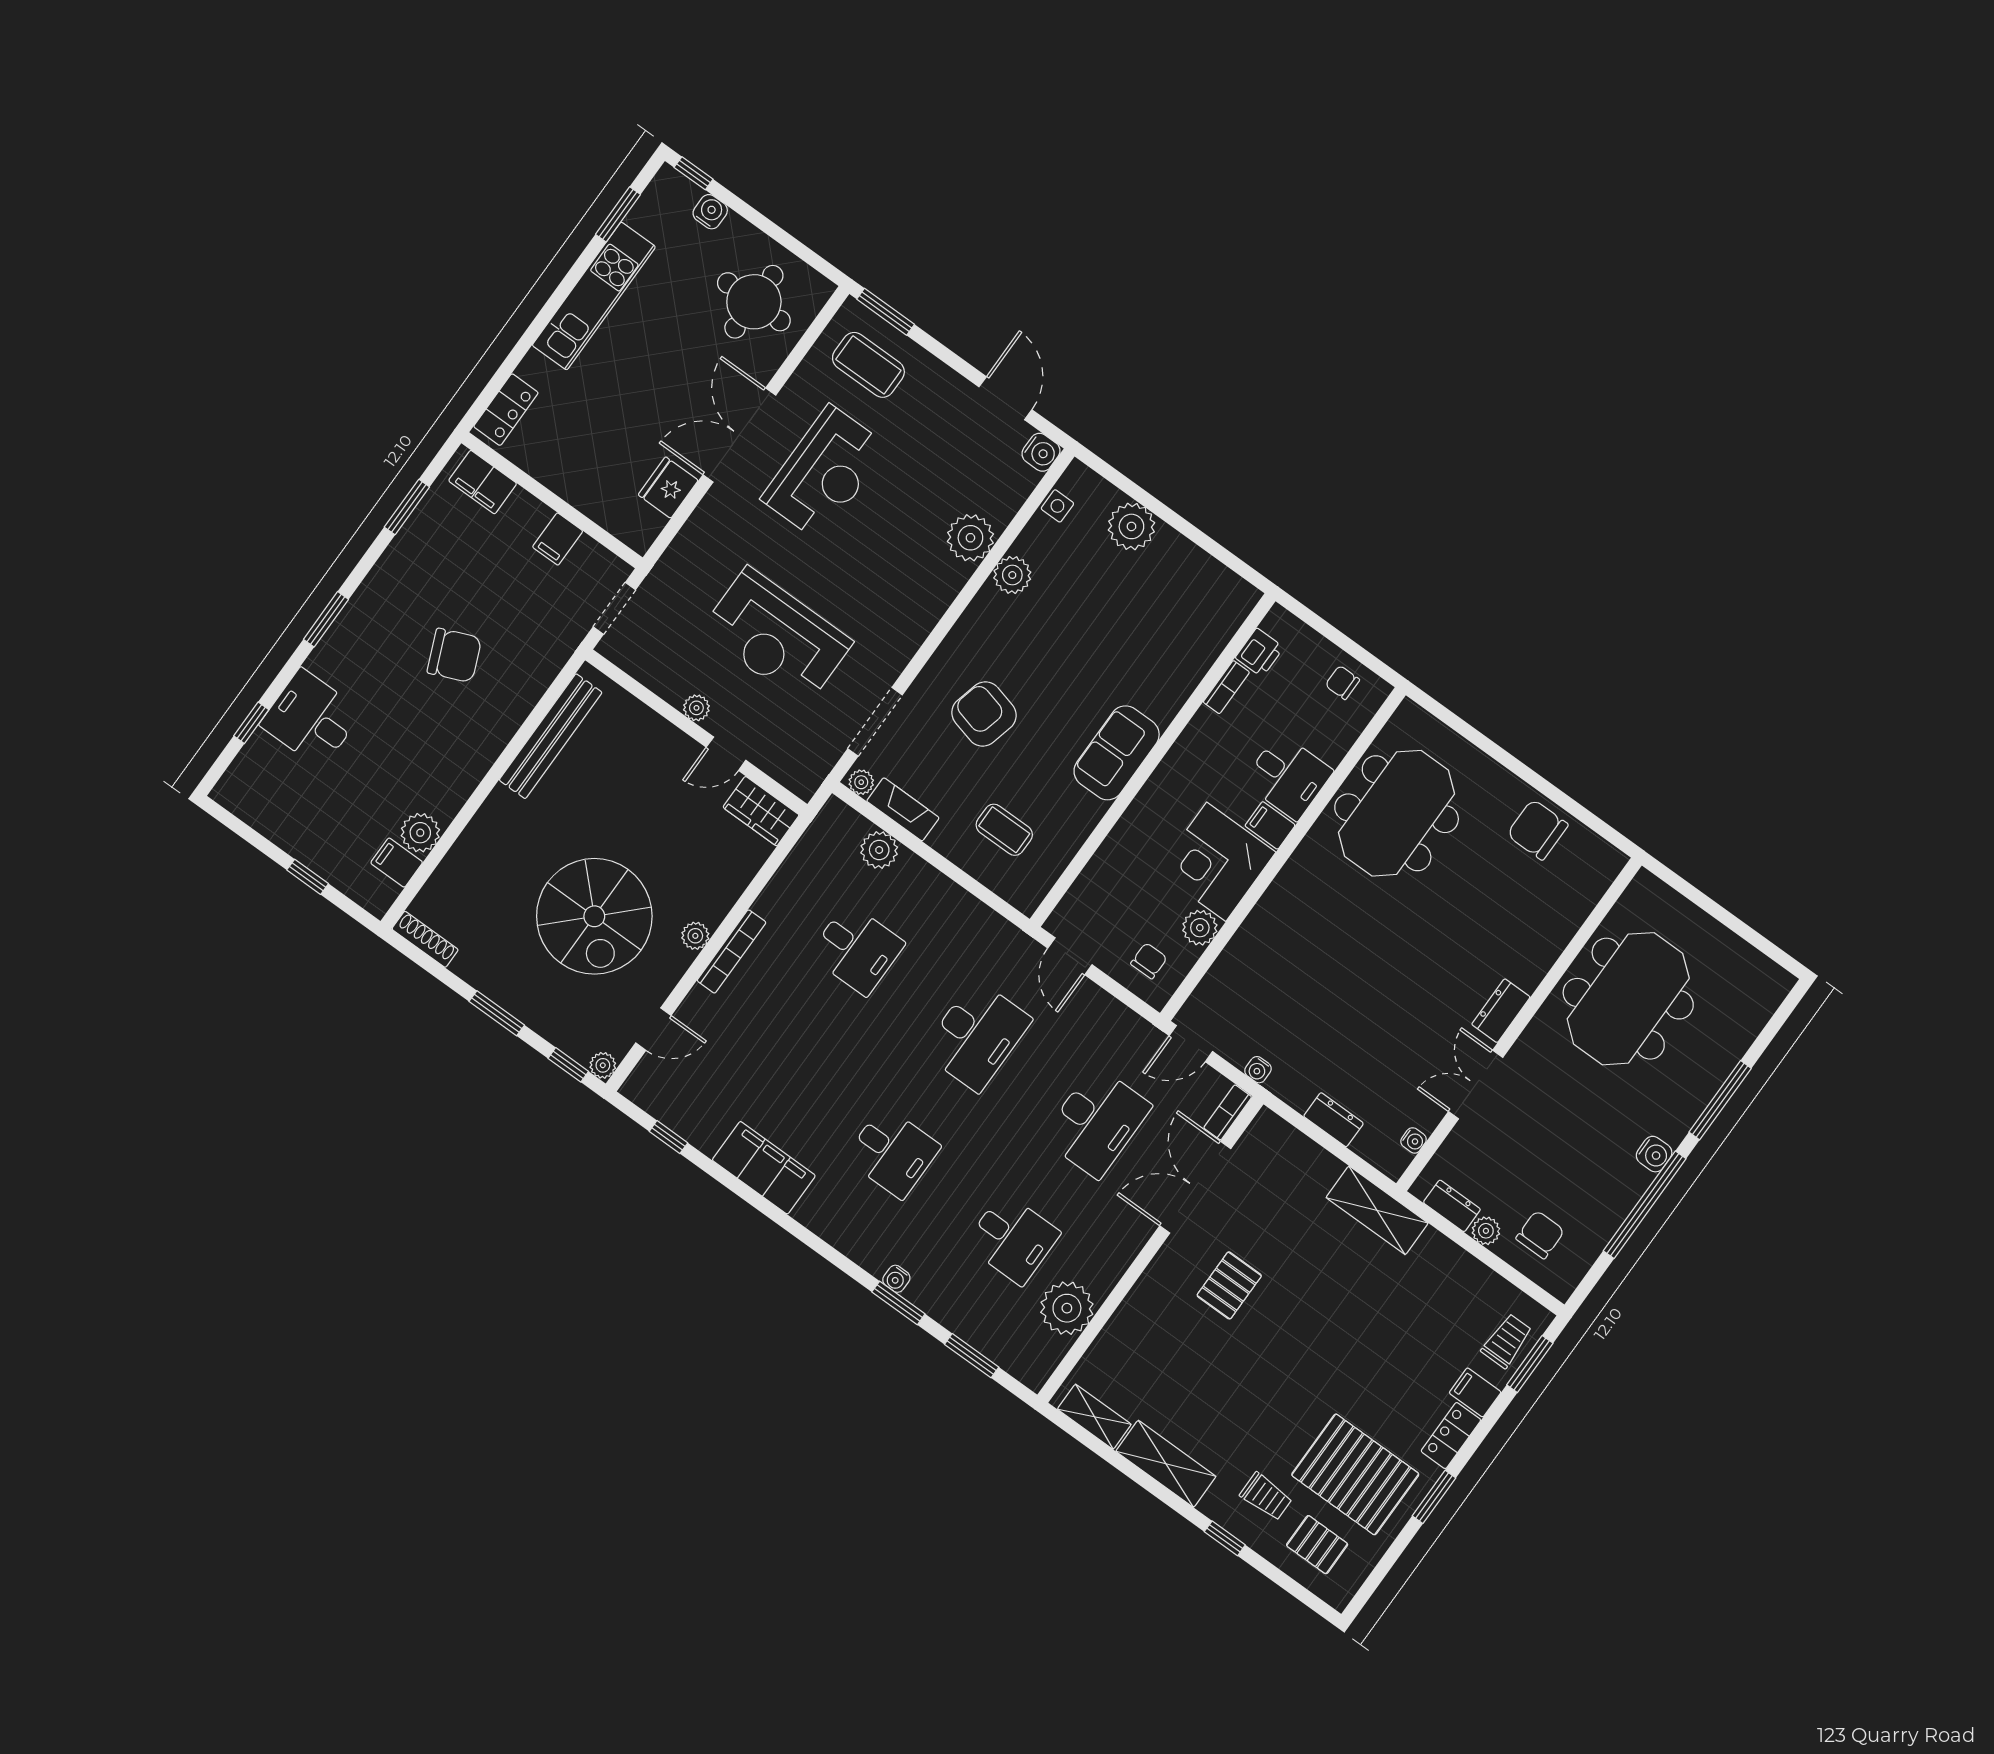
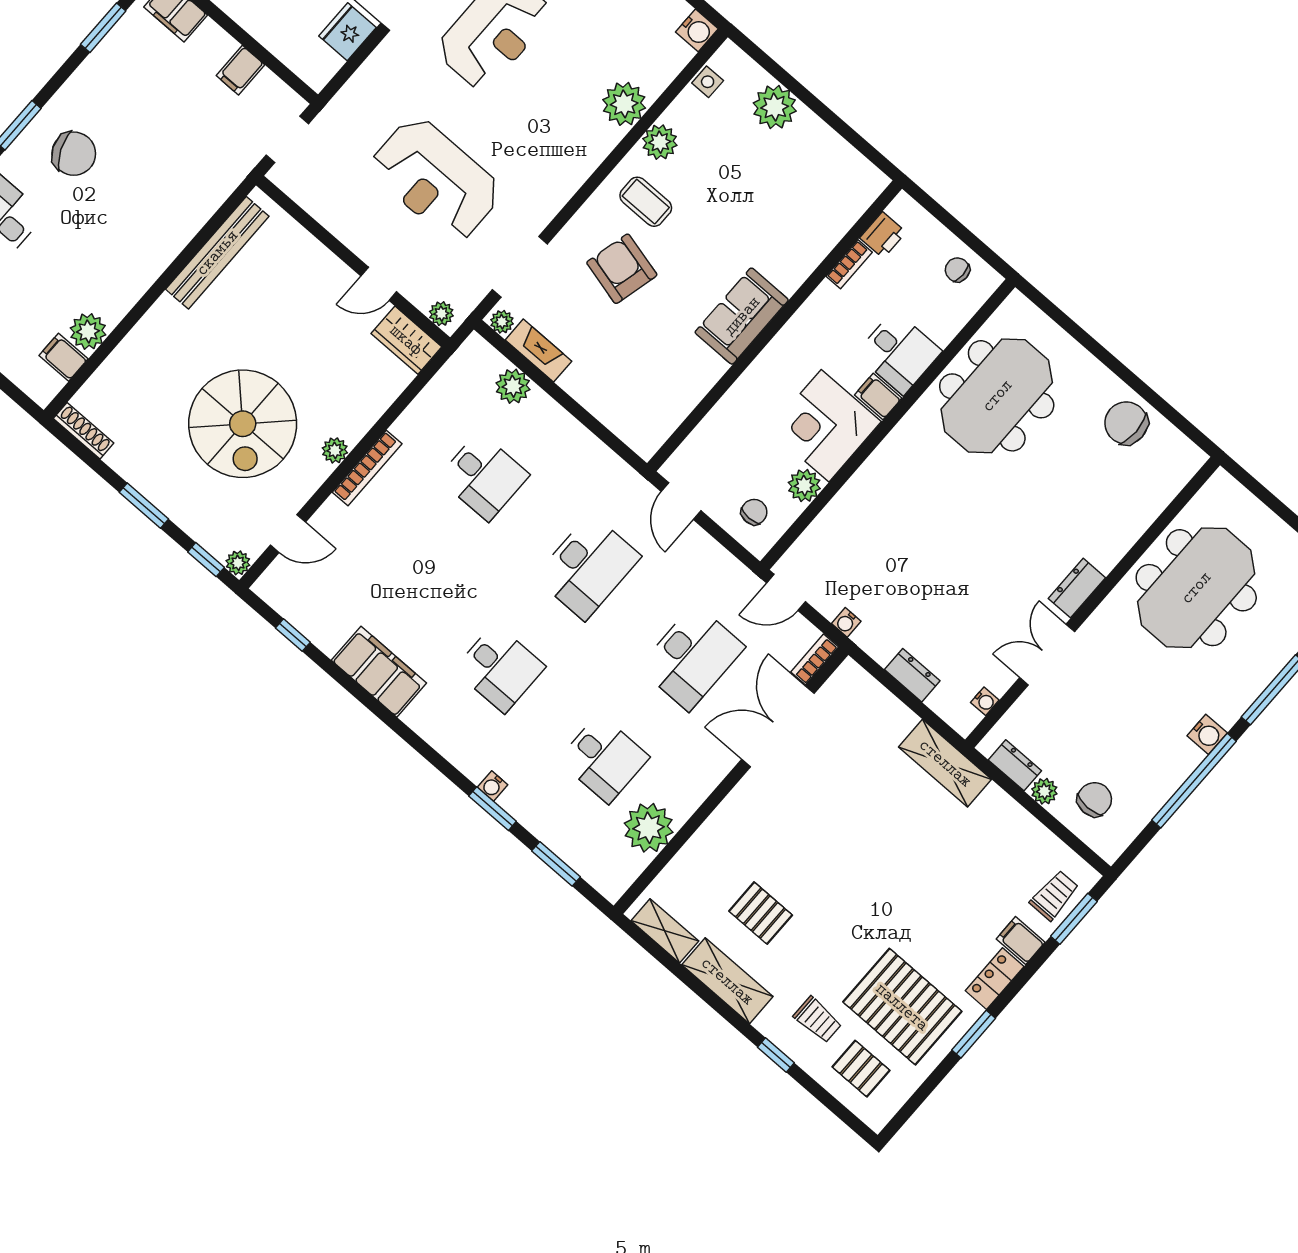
chair: (454, 655) -> (74, 154), moved
plant: (696, 708) -> (441, 314), moved
coffee table: (1004, 830) -> (646, 202), moved
pallet: (1229, 1285) -> (761, 913), moved, turned 90

